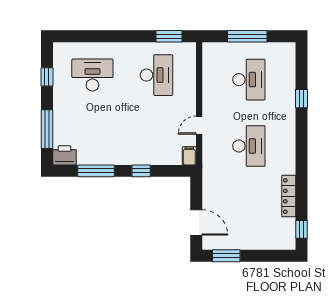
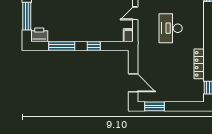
desk: (249, 146) -> (171, 28), turned 180

